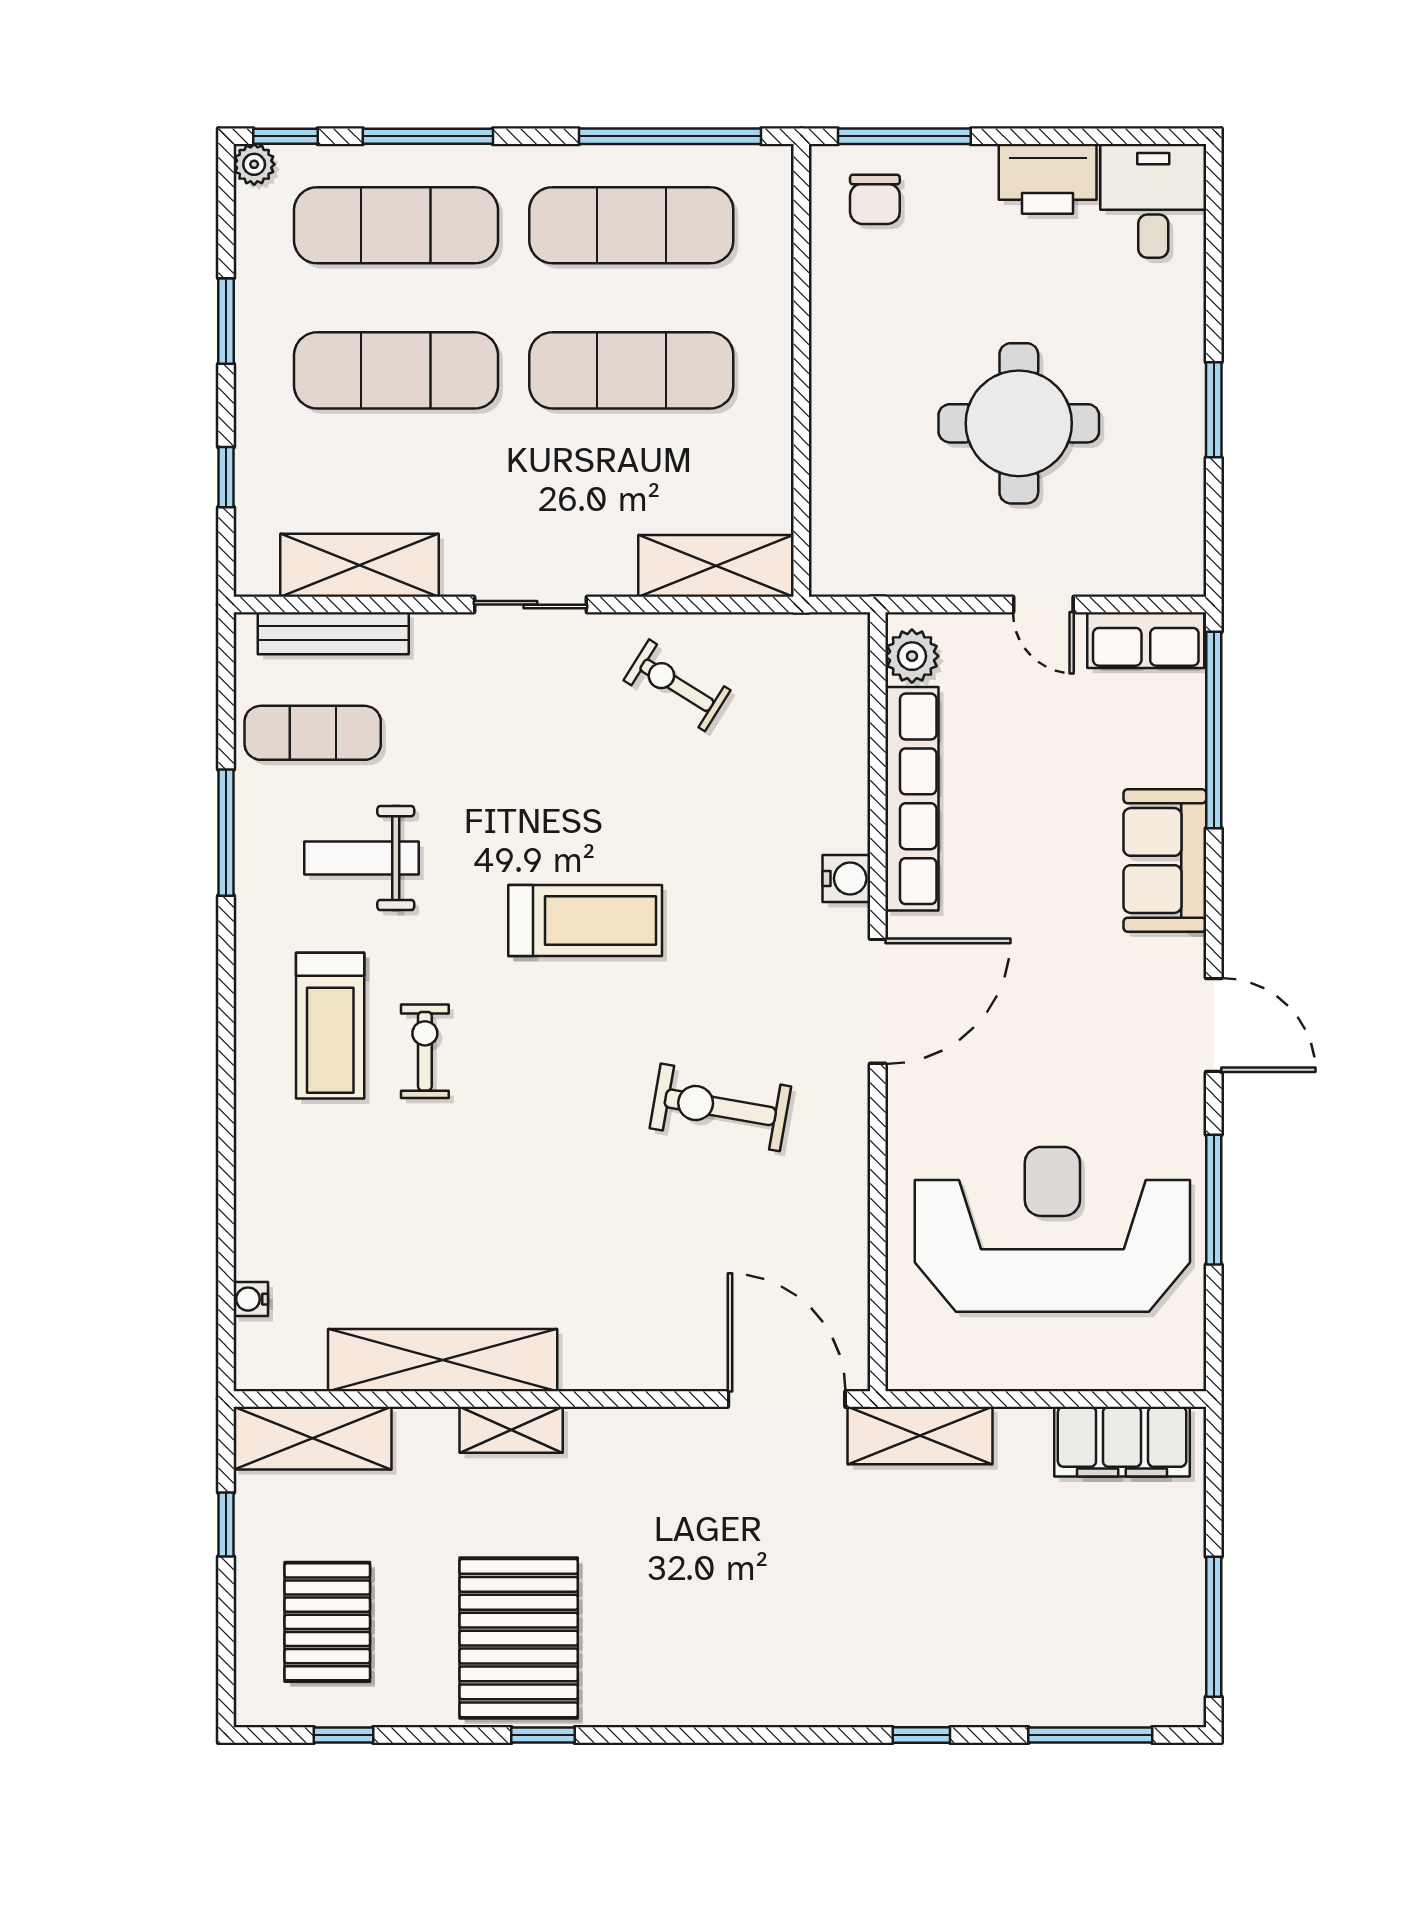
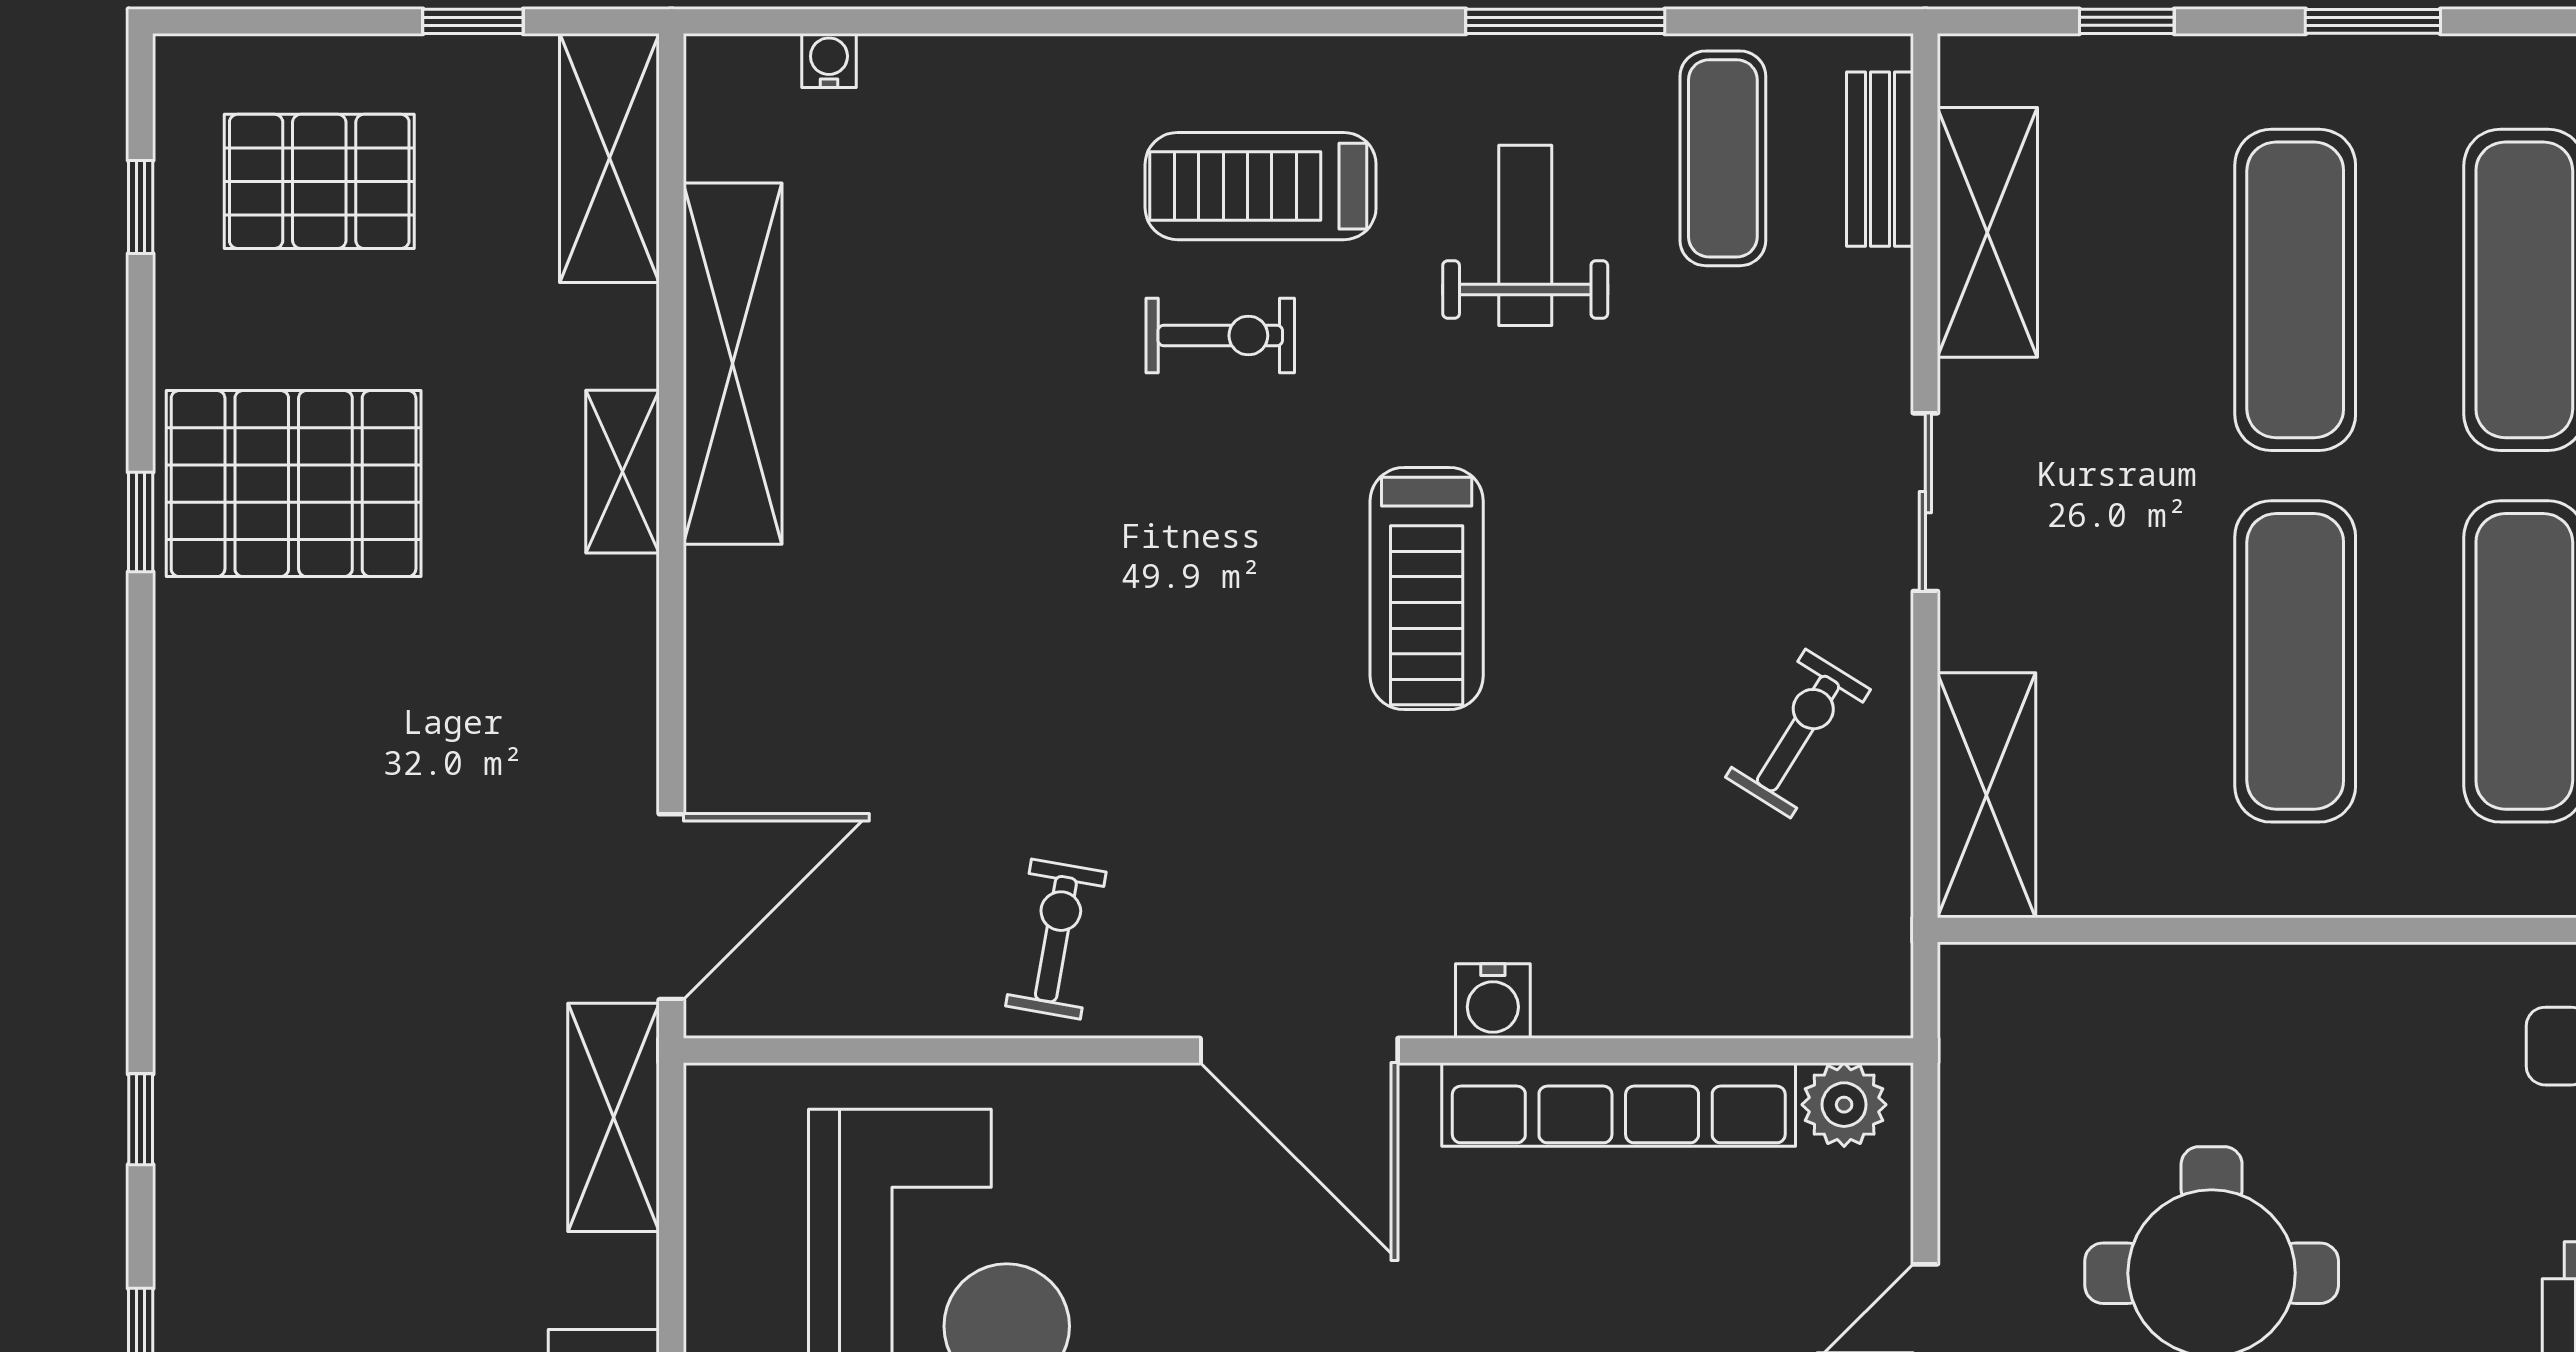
bench: (333, 633) -> (1880, 159), width x0.73
exercise bike: (720, 1107) -> (1056, 939), moved, width x0.73, depth x0.72

